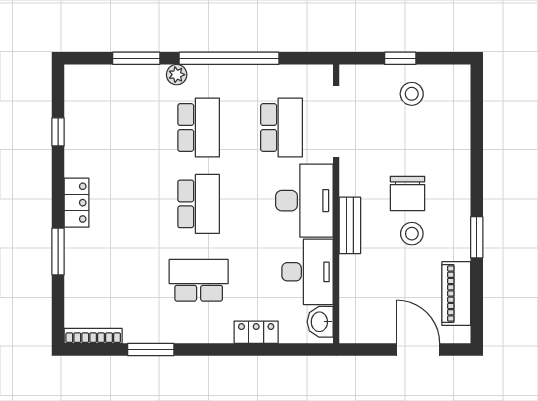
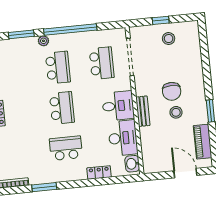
desk: (304, 201) -> (118, 106), width x0.73

